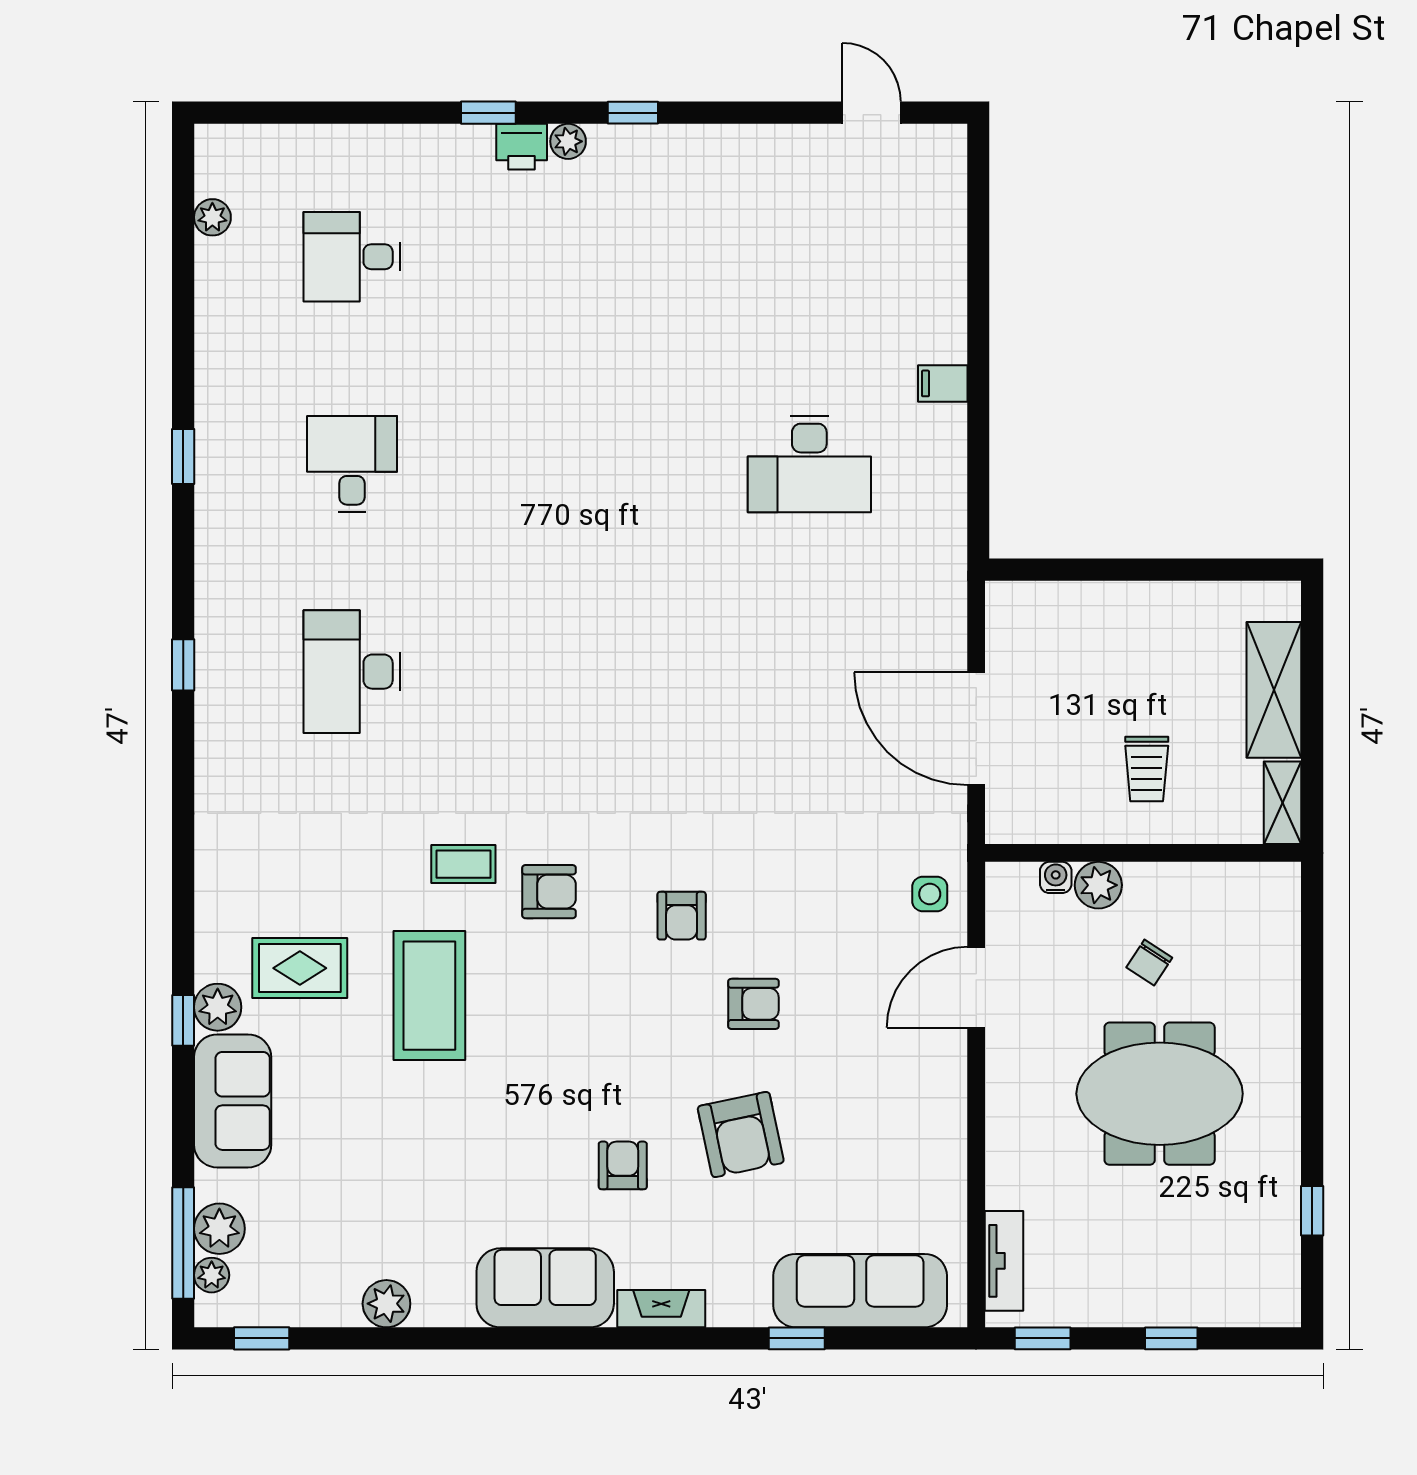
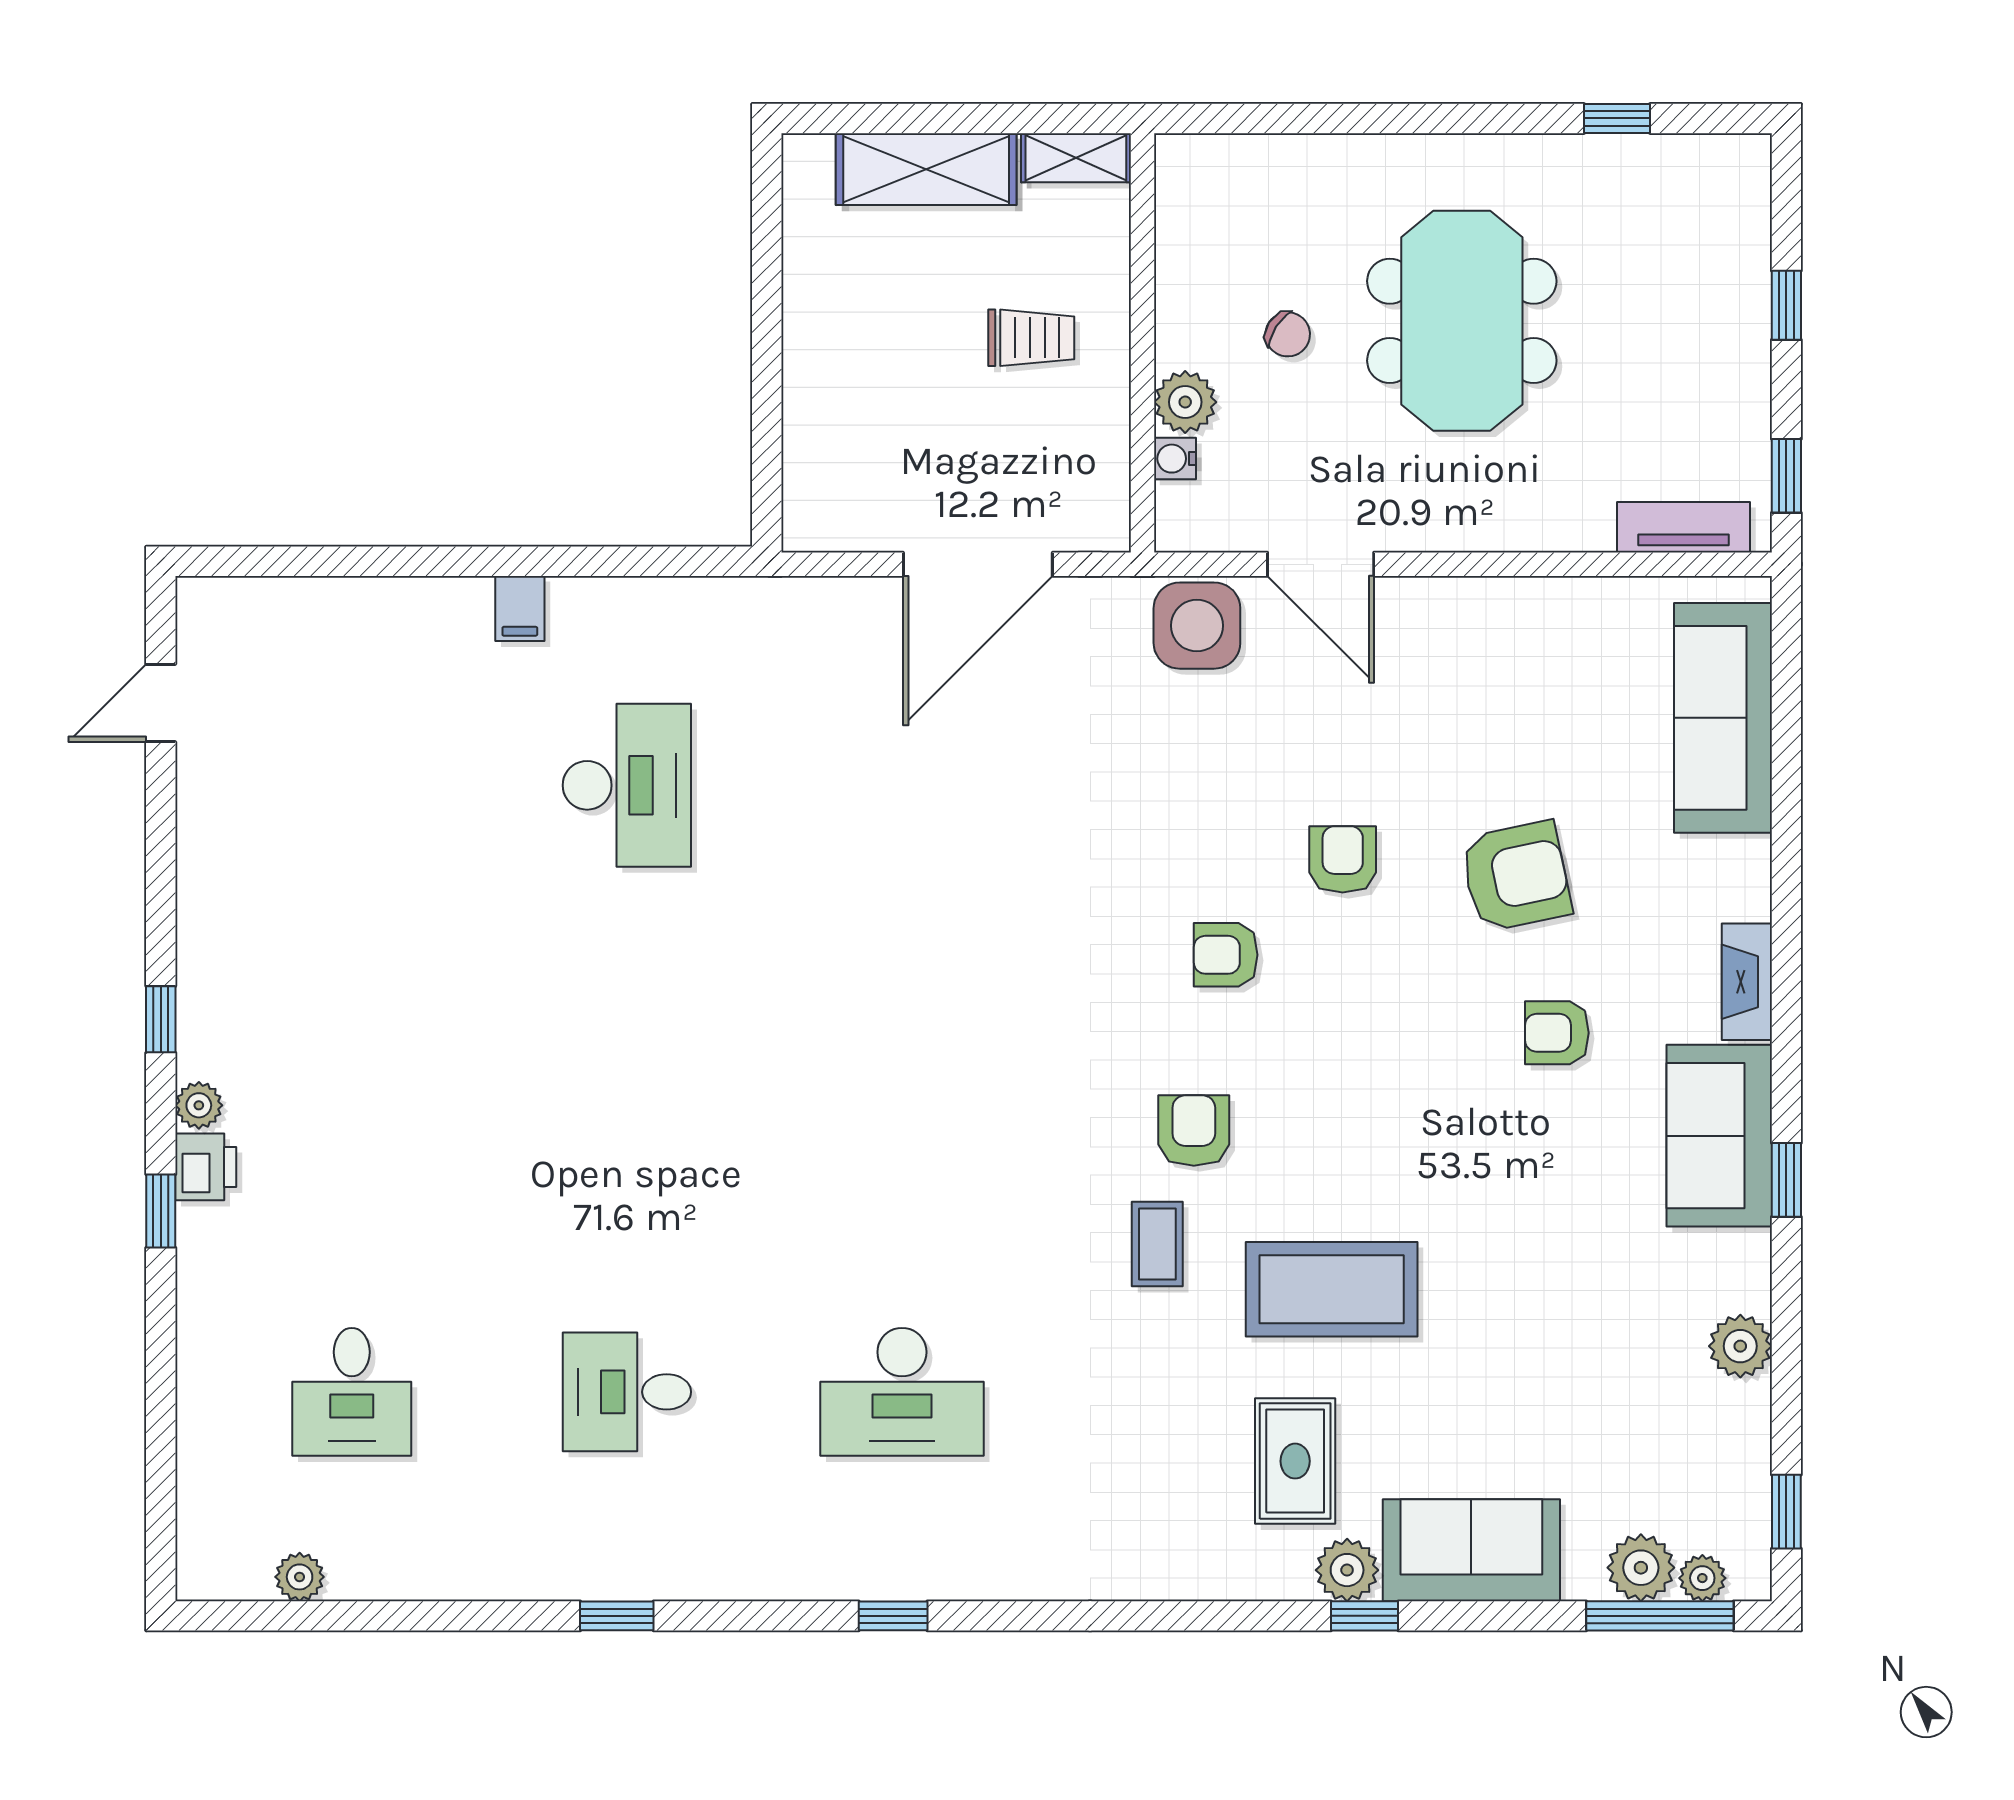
side table: (930, 894) -> (1197, 626), width x1.87, depth x1.87
armchair: (682, 916) -> (1226, 955), turned 180
window: (797, 1338) -> (1786, 1180), moved

